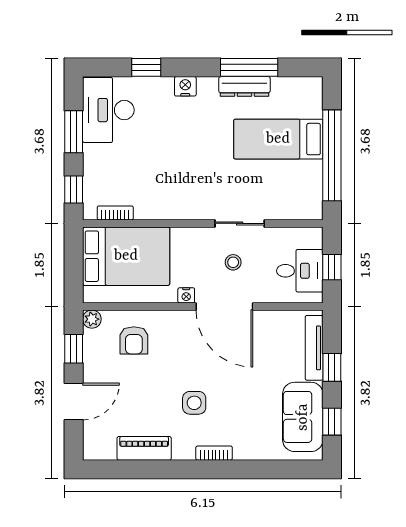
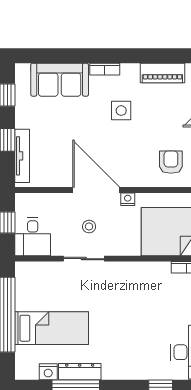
nightstand: (185, 86) -> (48, 372), moved
desk: (300, 271) -> (33, 237), moved, turned -90
sofa: (303, 417) -> (60, 80), moved, turned 90

